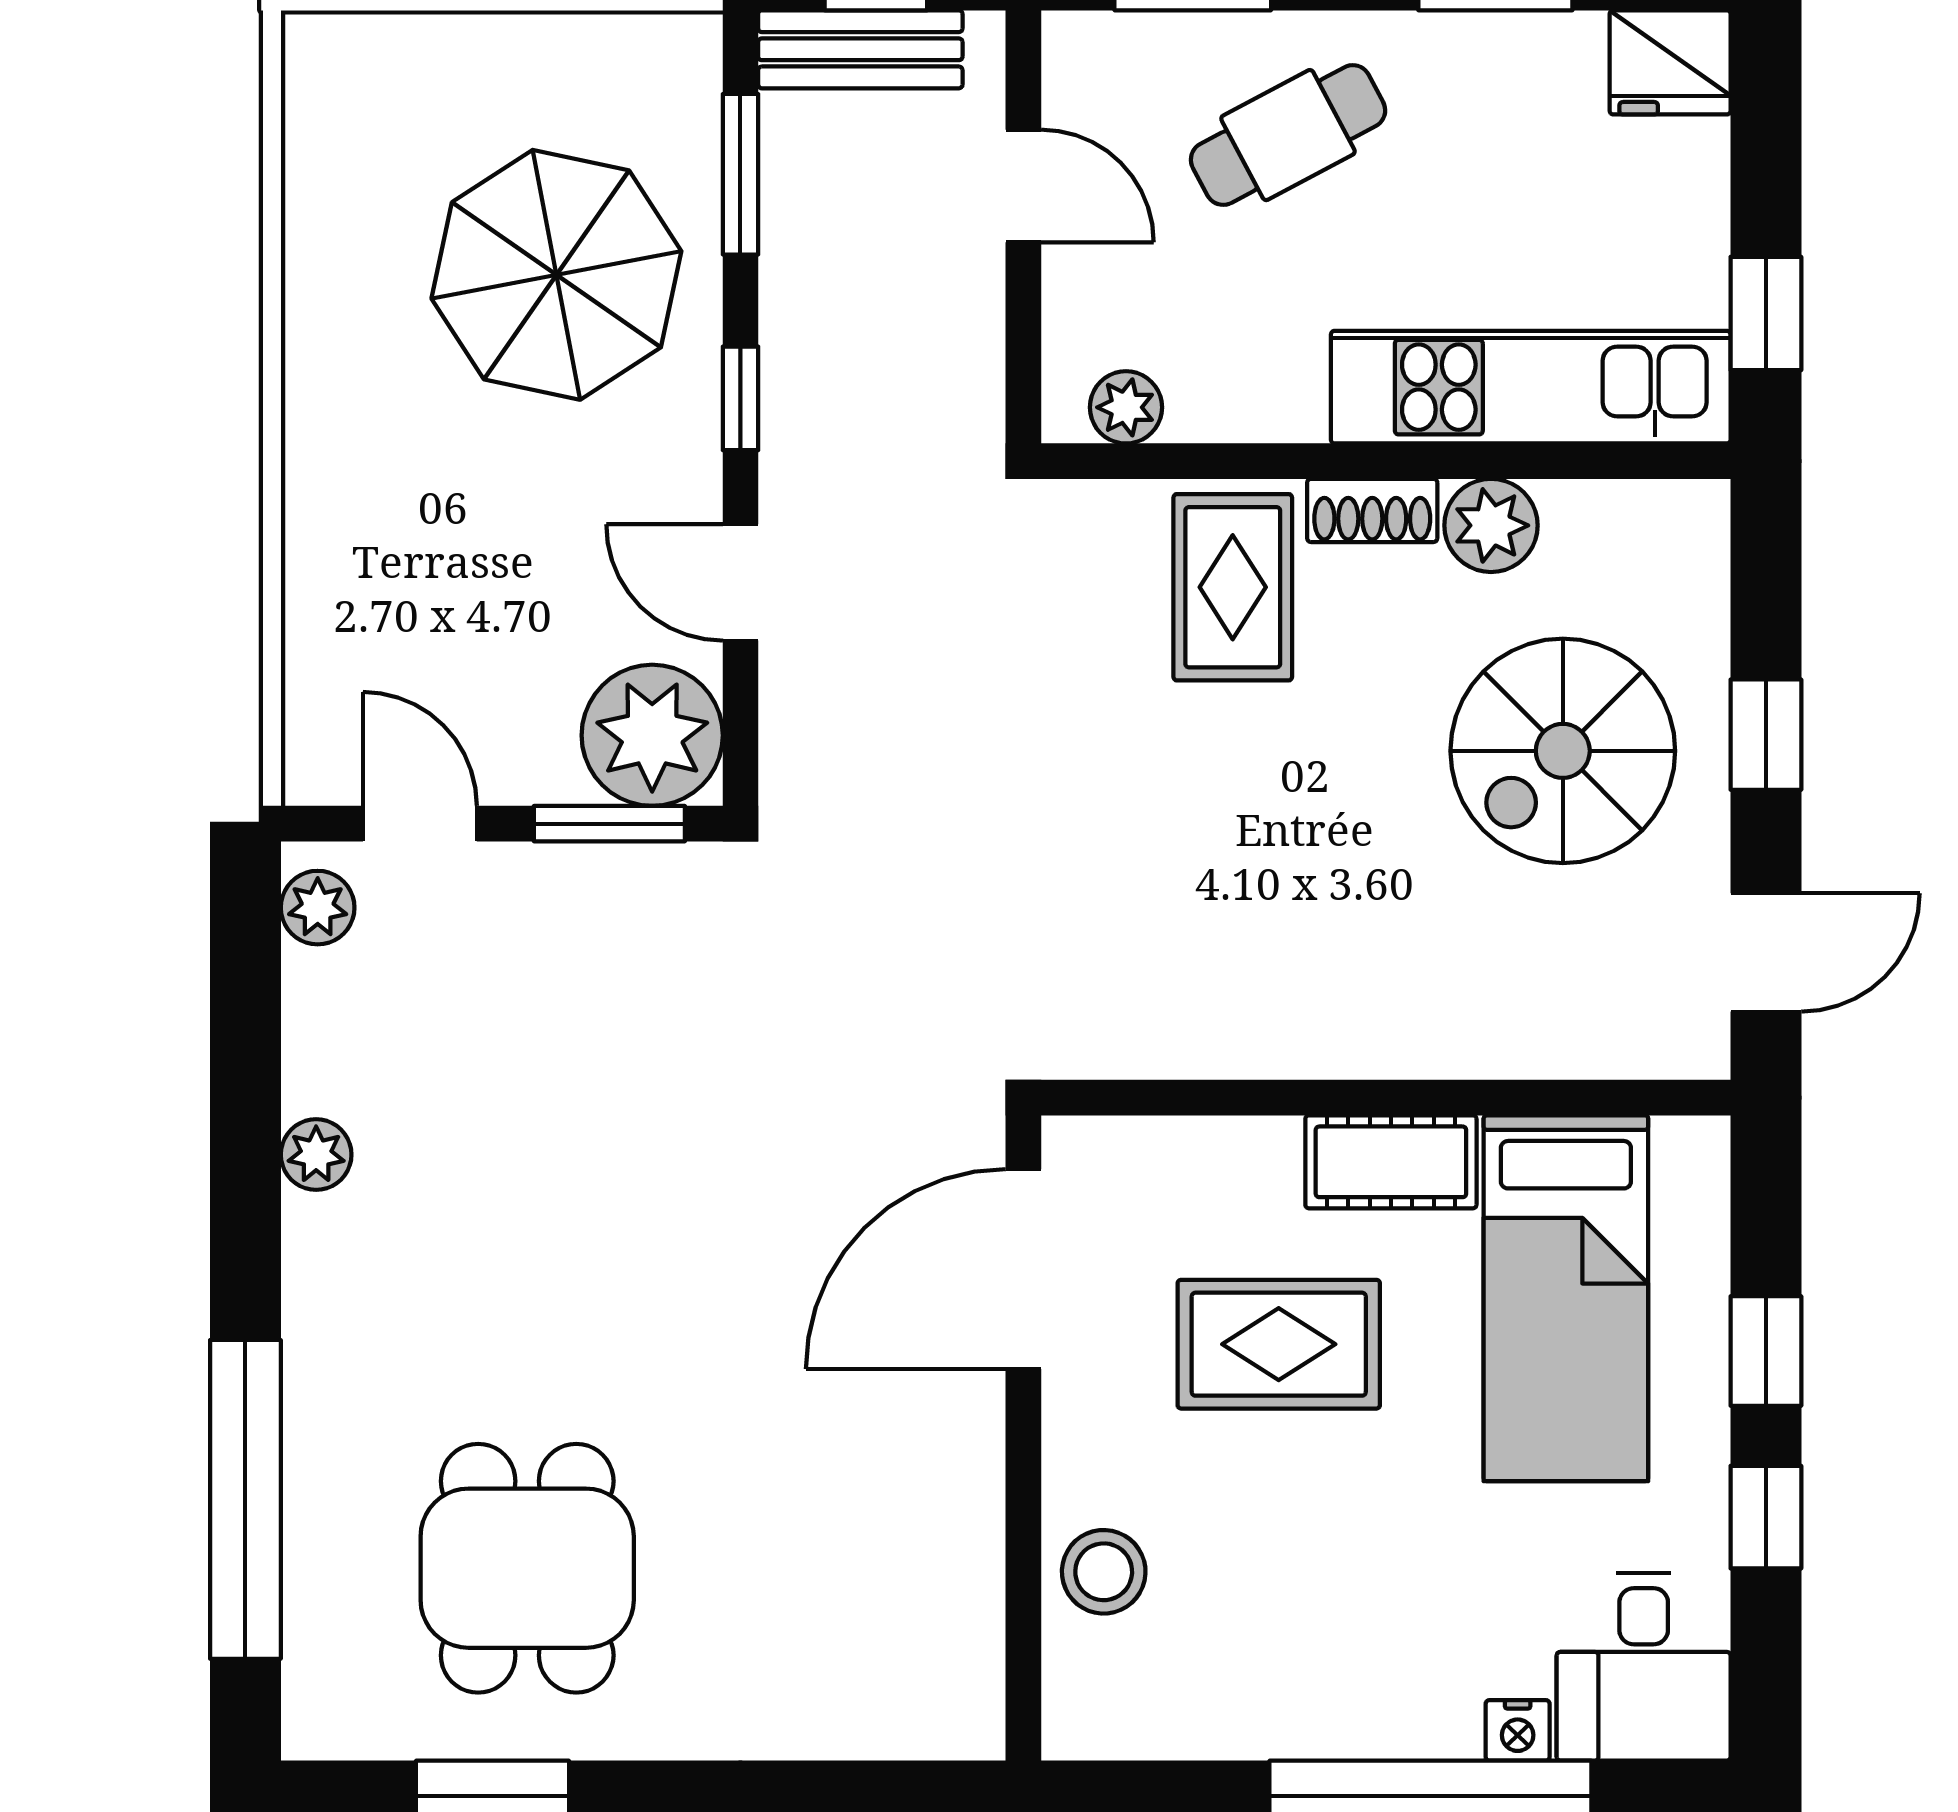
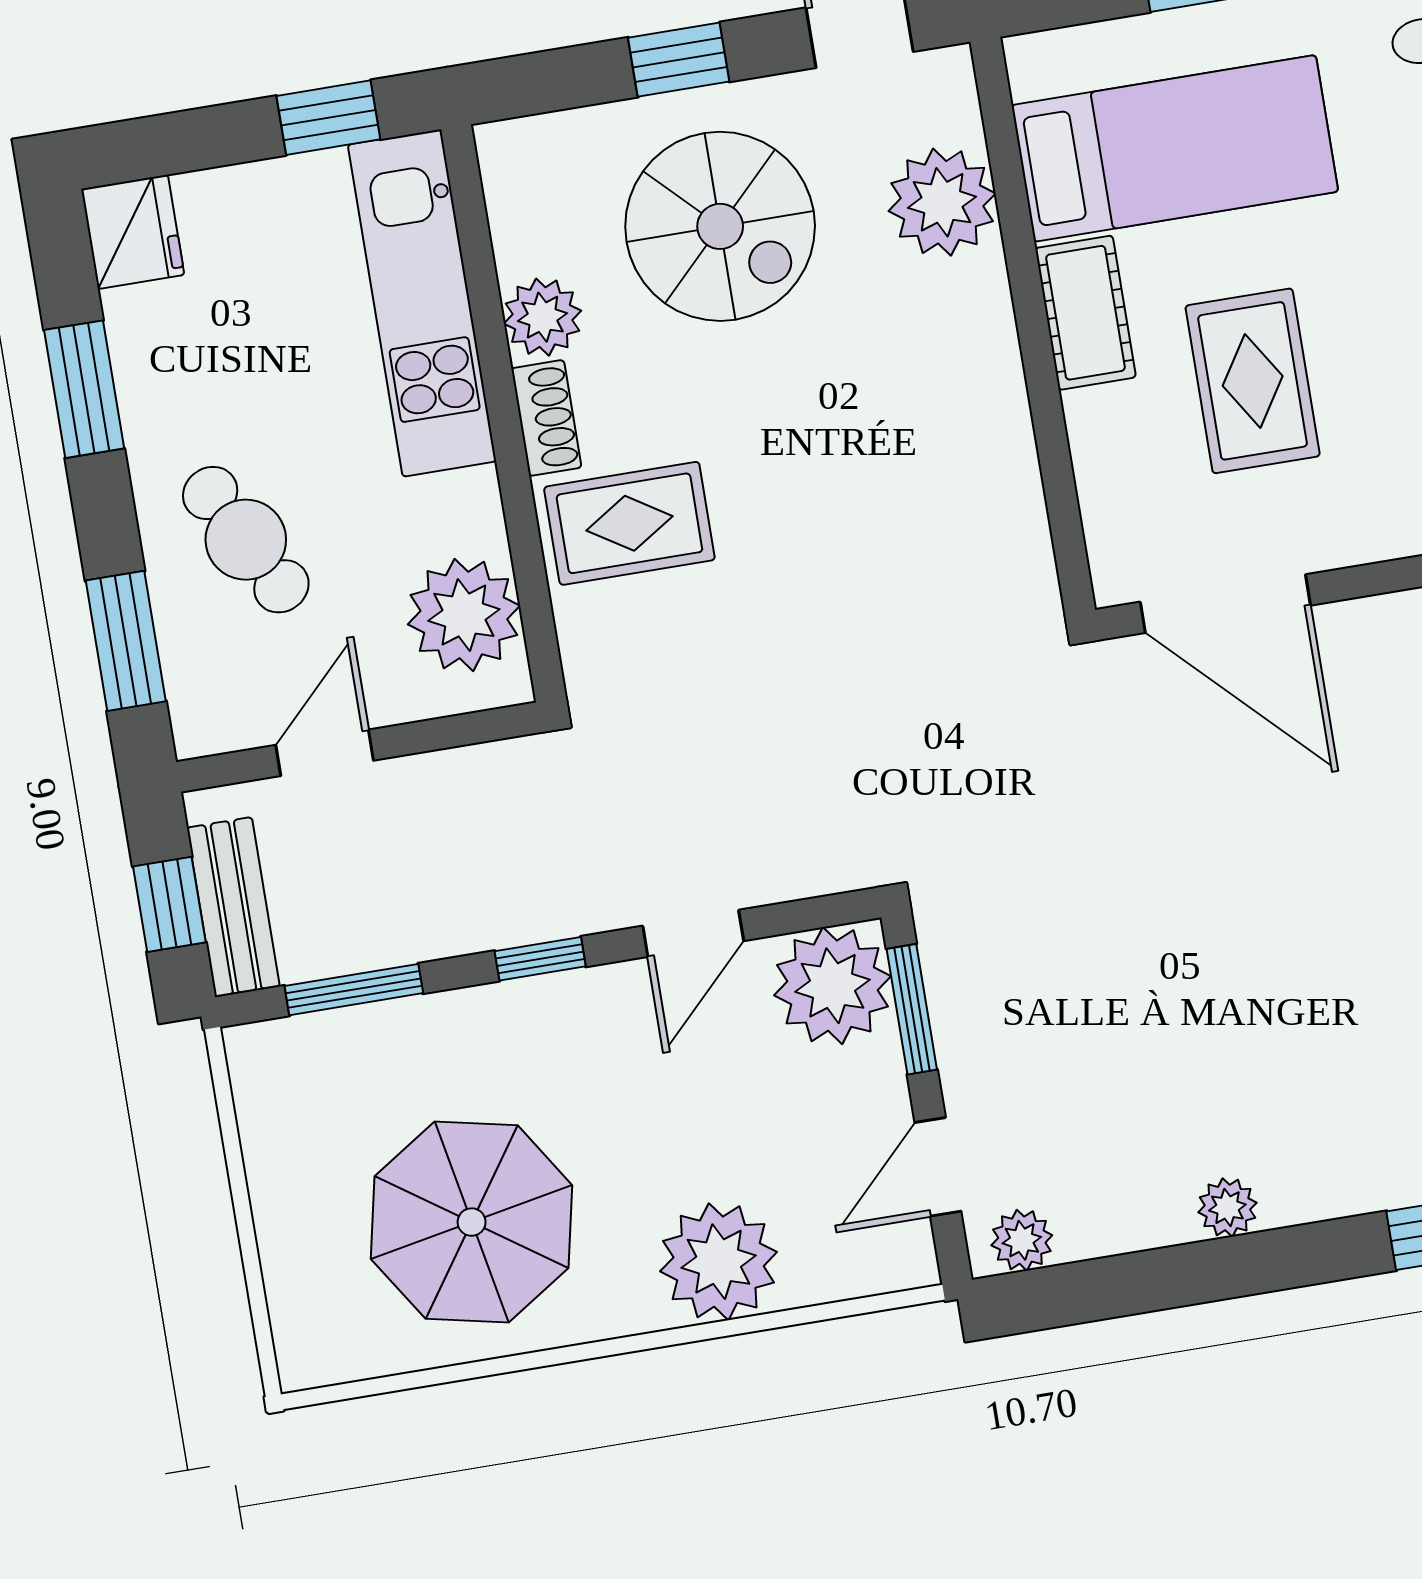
parasol: (556, 275) -> (472, 1222), moved
plant: (1126, 407) -> (464, 615), width x1.88, depth x1.88
plant: (351, 548) -> (719, 1262), added
plant: (1548, 1015) -> (942, 202), added

